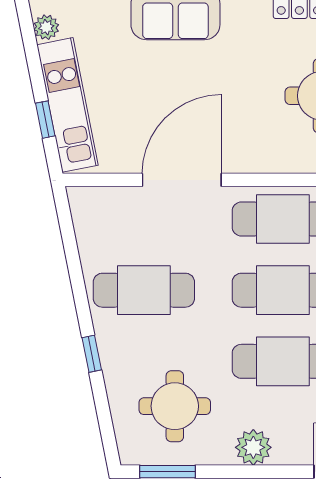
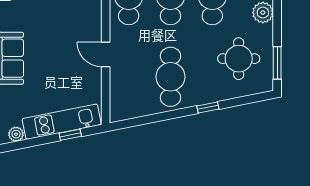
door: (182, 180) -> (106, 55), width x0.53

